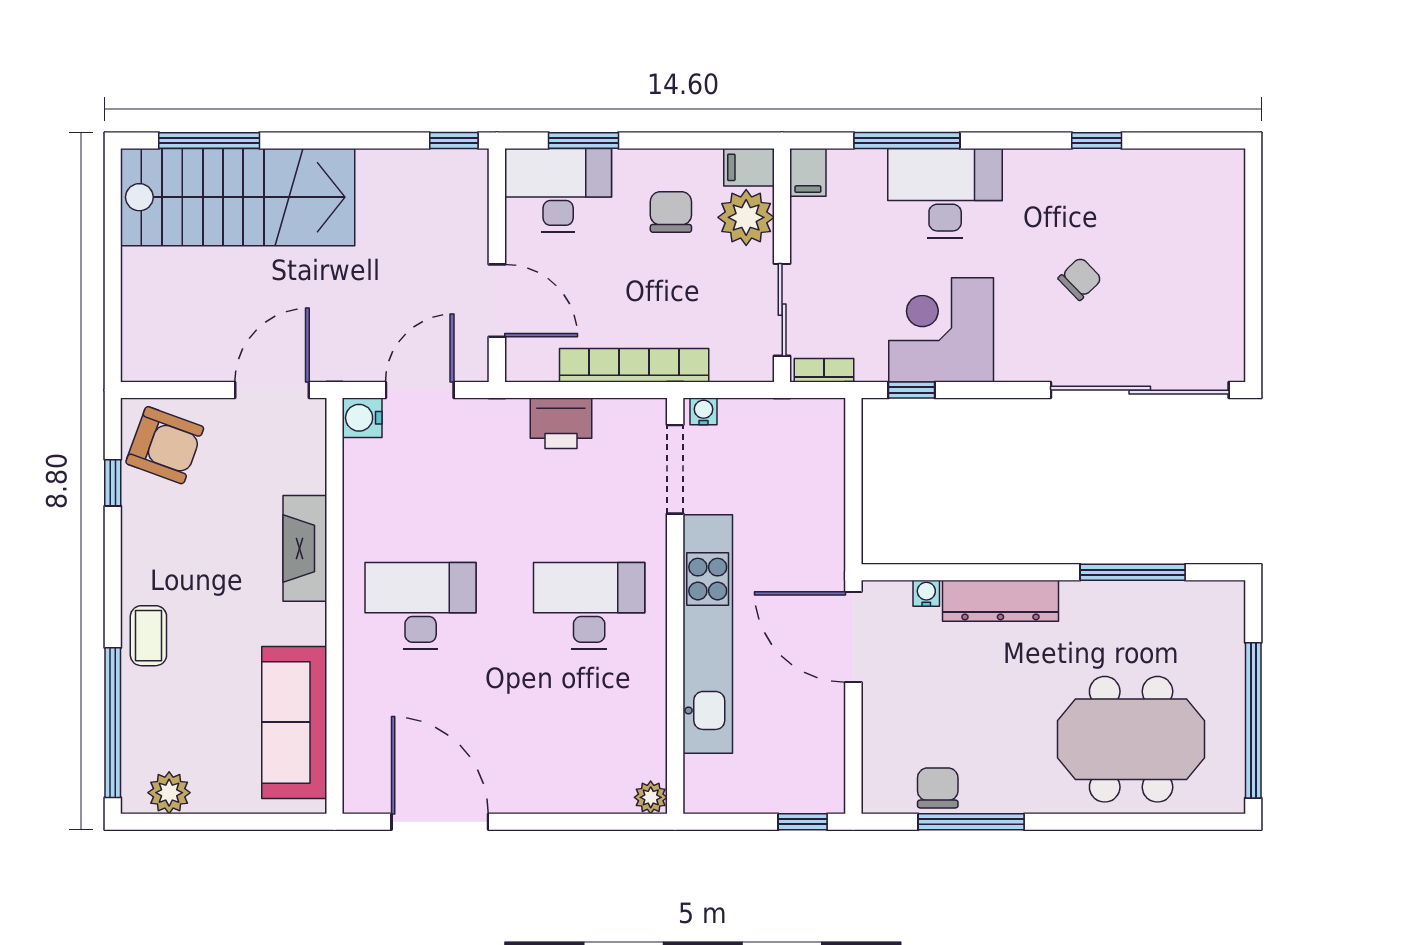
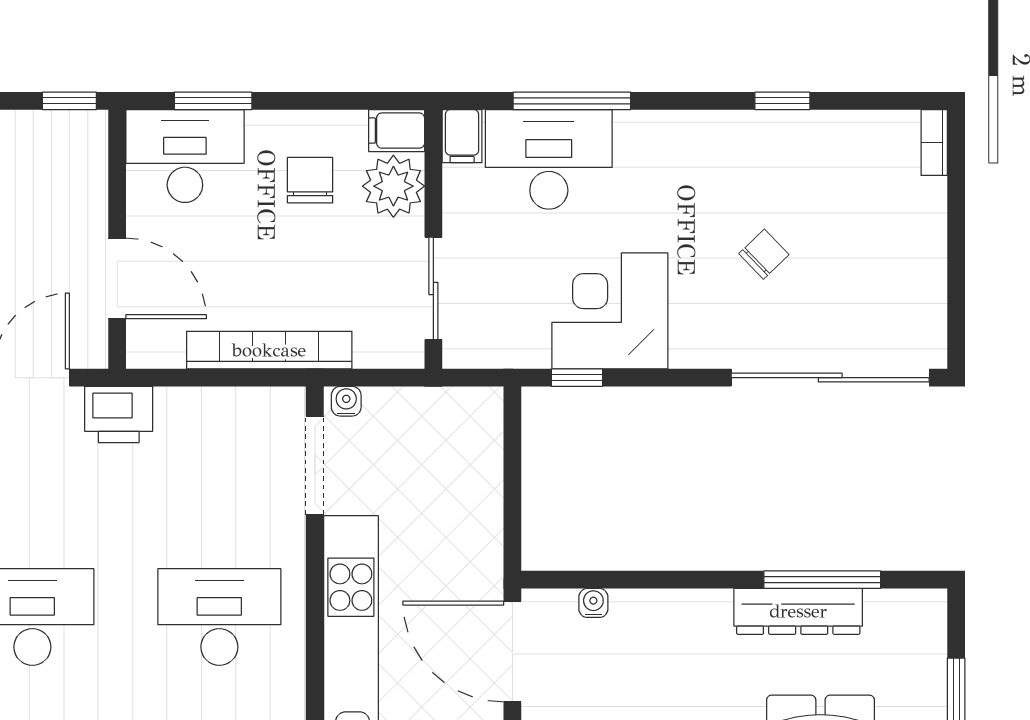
desk: (945, 193) -> (549, 159), moved
bookcase: (824, 370) -> (934, 143), moved, turned -90
printer: (561, 423) -> (119, 414), moved
dresser: (1000, 601) -> (798, 611), moved

